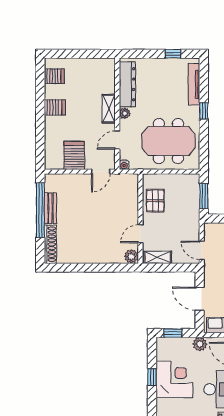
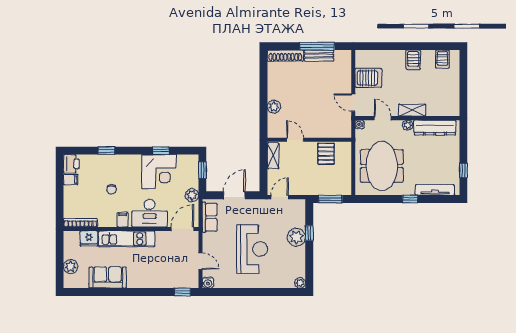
pallet: (155, 201) -> (326, 154), turned 90
window: (40, 210) -> (317, 46), width x0.68
plant: (131, 256) -> (274, 107), moved

